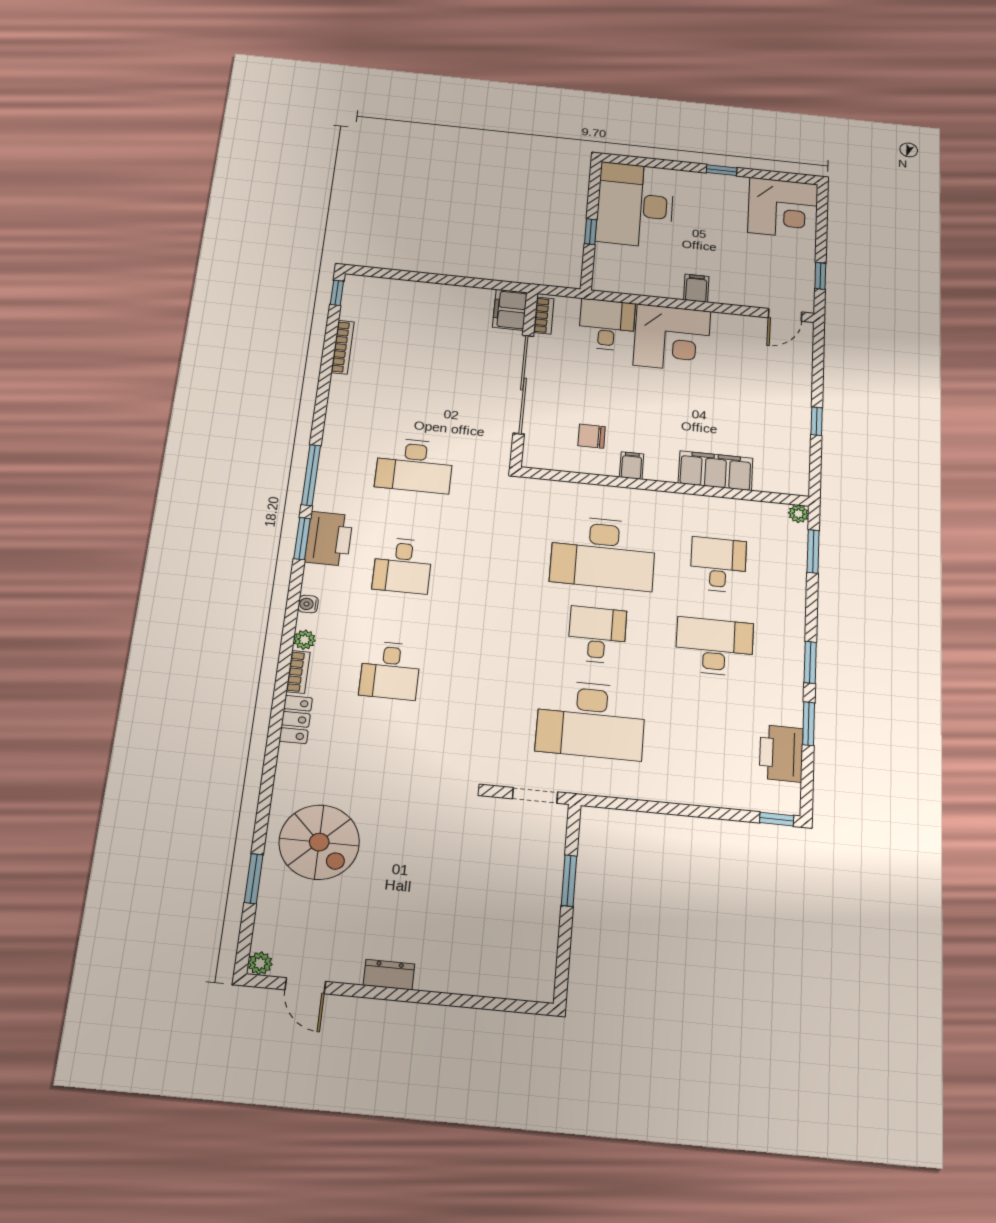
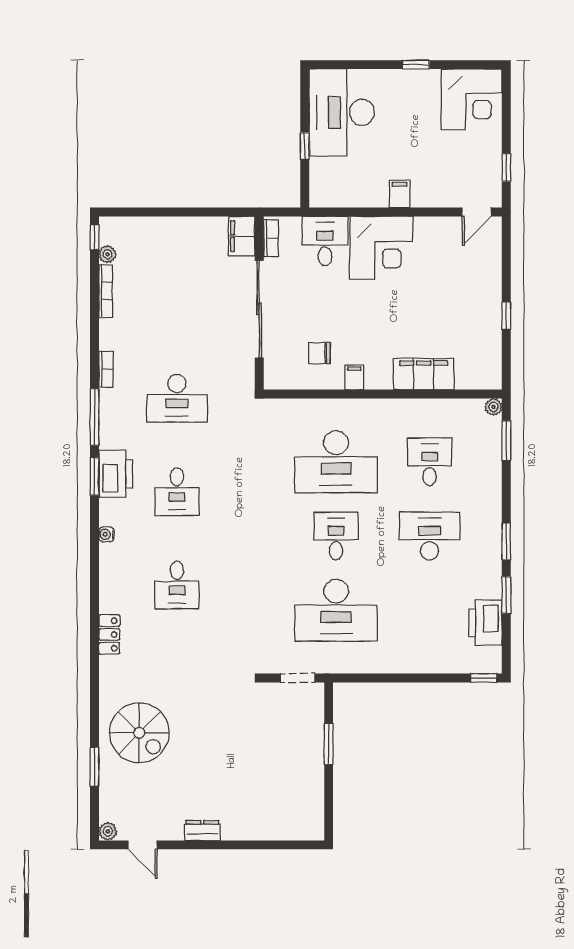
plant: (304, 640) -> (107, 254), moved
bookcase: (298, 672) -> (106, 369), moved

